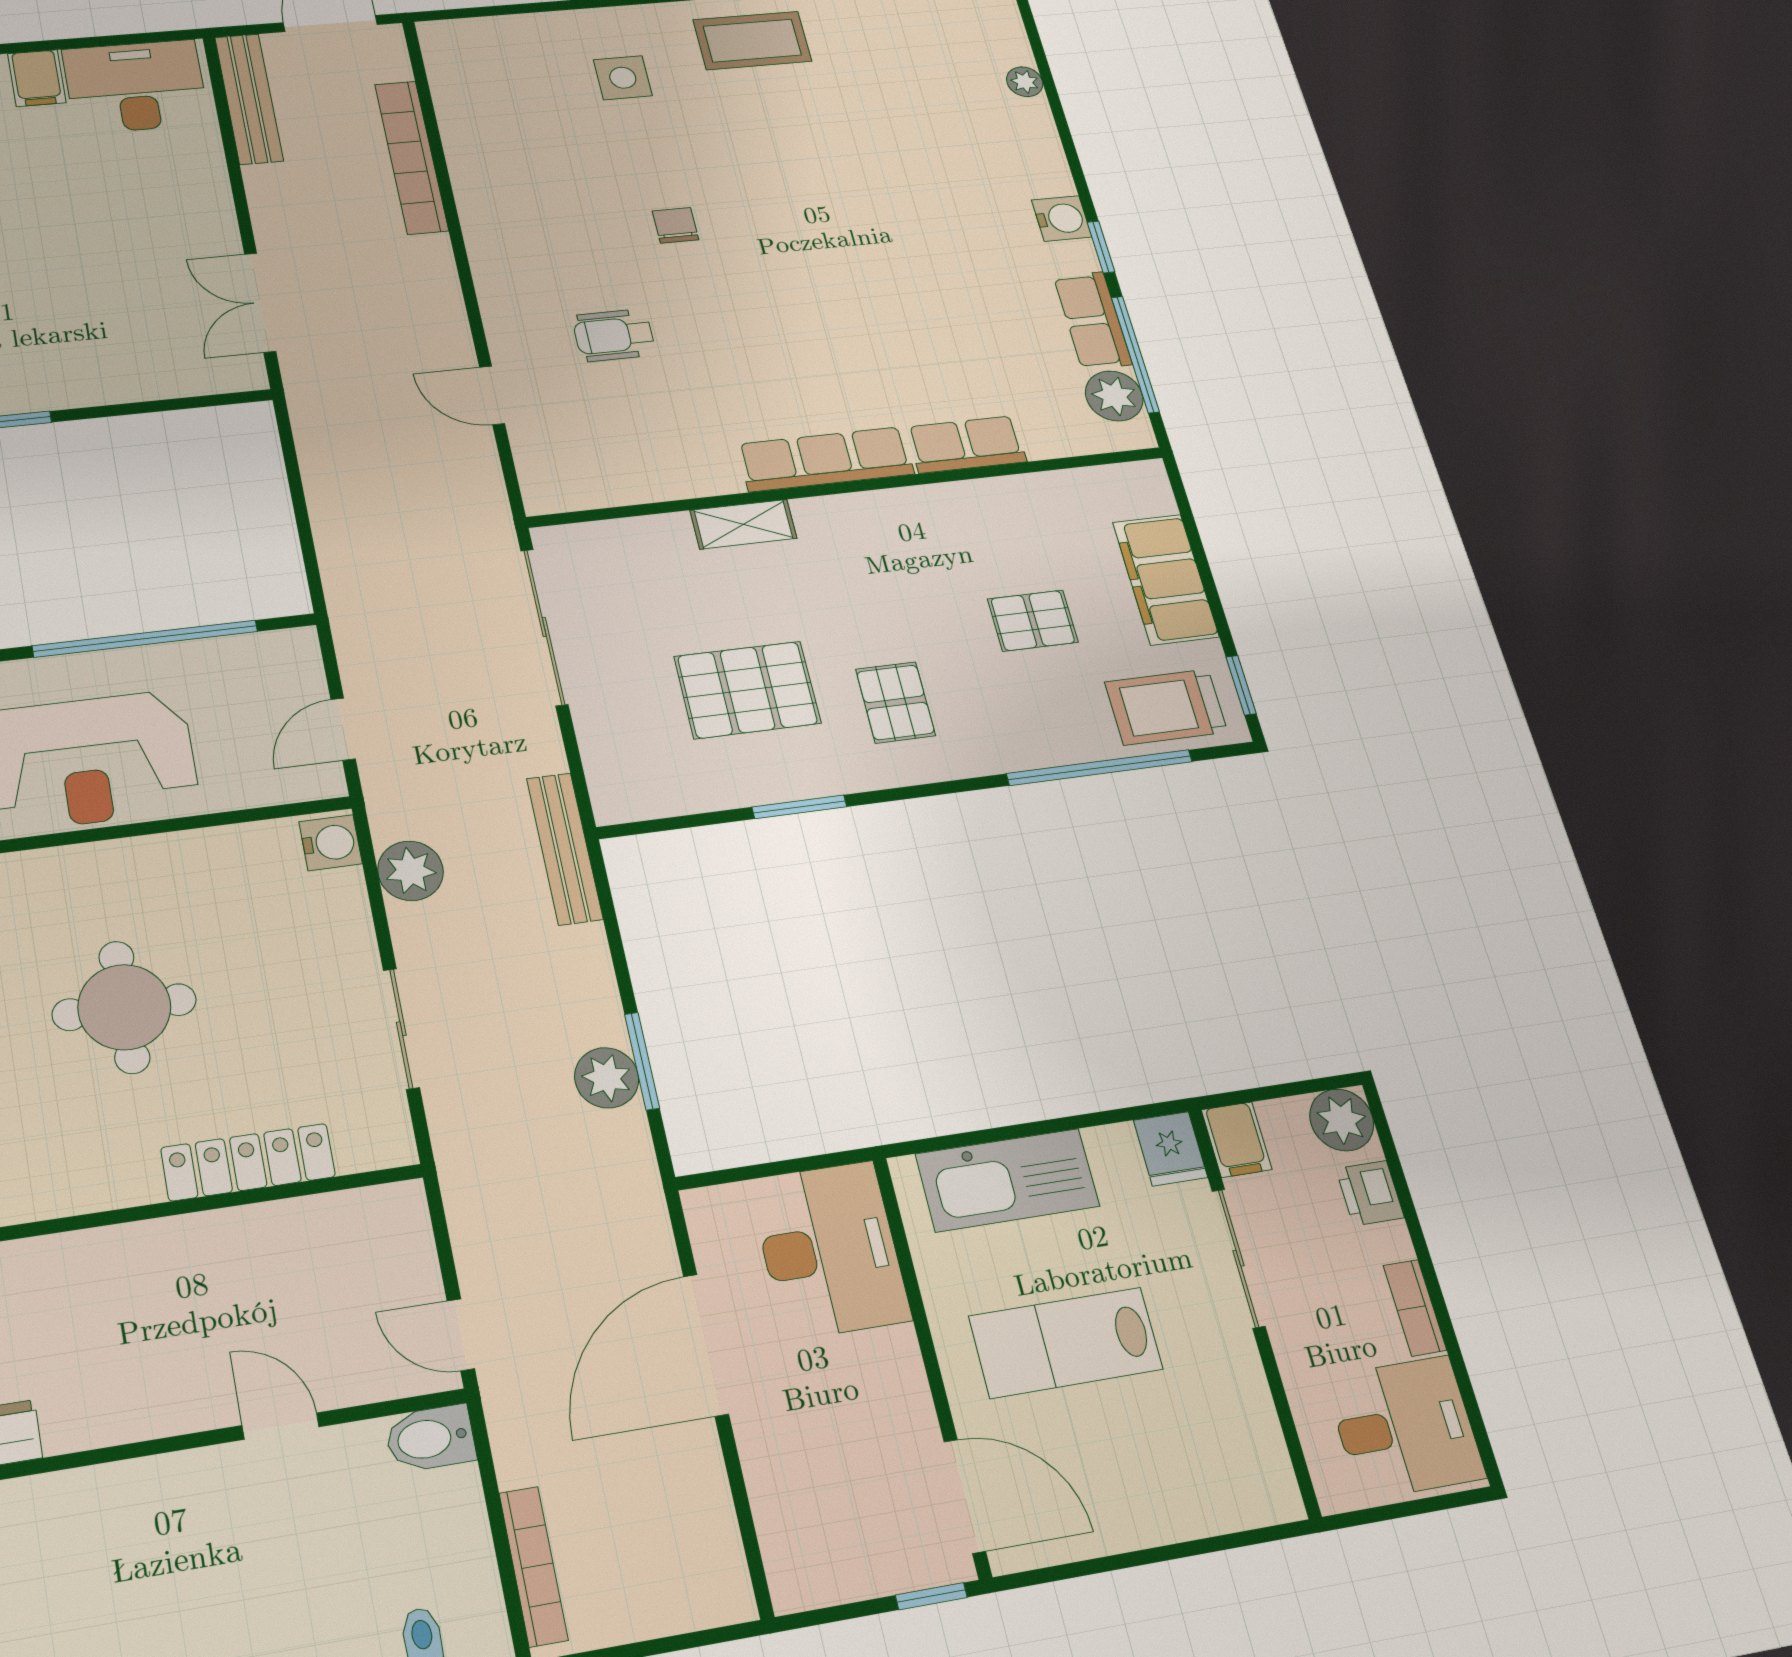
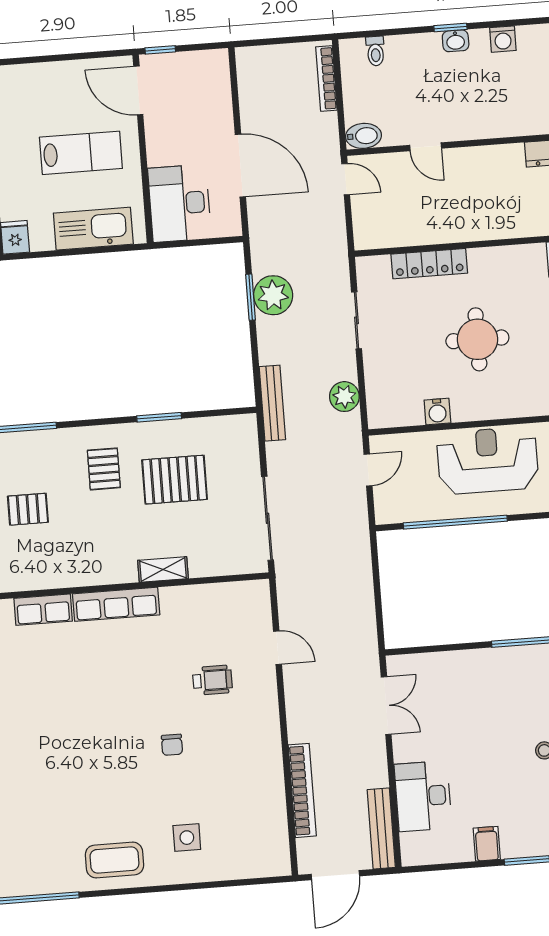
desk: (136, 87) -> (423, 796), moved, turned 90
water cooler: (331, 843) -> (437, 411), moved, turned -90
plant: (607, 1078) -> (273, 295), width x1.36, depth x1.36
door: (706, 1345) -> (240, 166), hinge flipped

